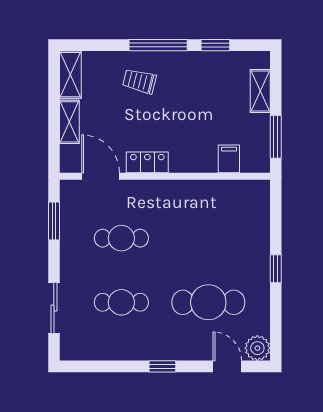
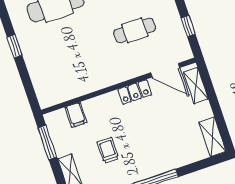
trolley: (139, 81) -> (108, 151), moved, turned -104
shelving: (69, 122) -> (196, 86), moved
window: (54, 221) -> (188, 26), width x0.67

